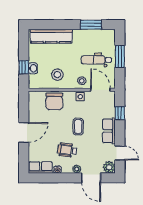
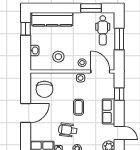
dental chair: (96, 60) -> (103, 30), moved, turned -90
window: (24, 67) -> (26, 29), moved
chair: (54, 101) -> (44, 89), moved

